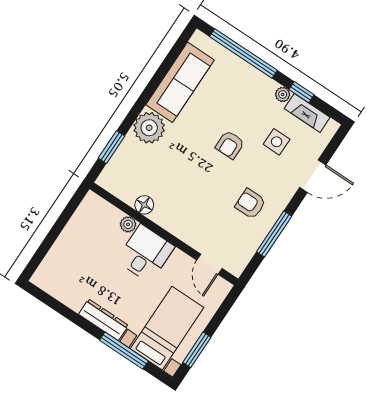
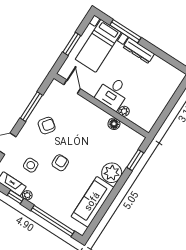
armchair: (250, 204) -> (47, 126), turned -53
window: (197, 350) -> (72, 44), moved

